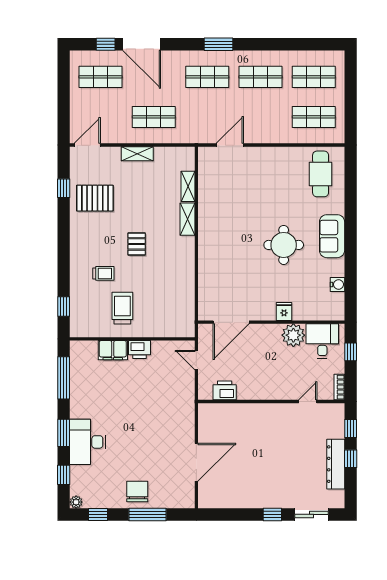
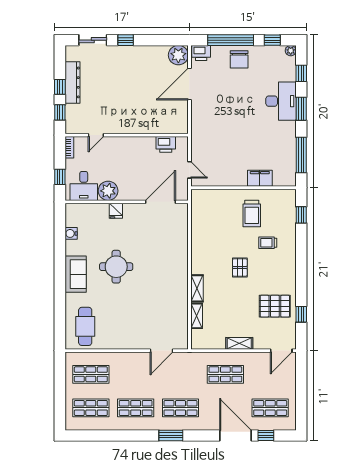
printer: (139, 350) -> (201, 53), moved, turned 180
plant: (210, 497) -> (178, 55), added
window: (147, 514) -> (231, 40), width x1.46

